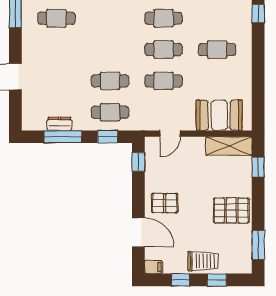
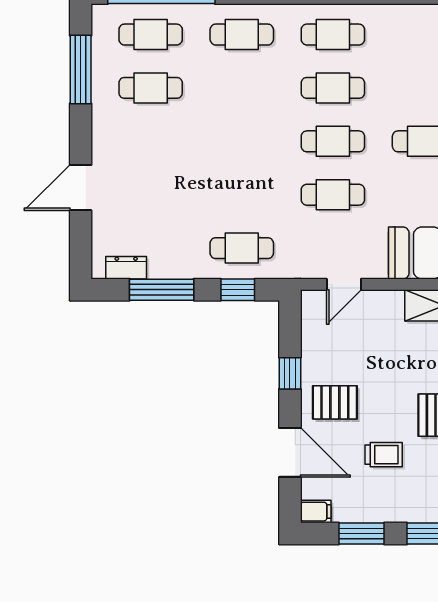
cafe table: (110, 81) -> (242, 195), removed
dresser: (59, 124) -> (126, 268), moved
window: (138, 162) -> (290, 373), moved
trolley: (203, 261) -> (384, 455), moved, width x0.73, depth x0.72
window: (180, 280) -> (362, 534), width x1.50

